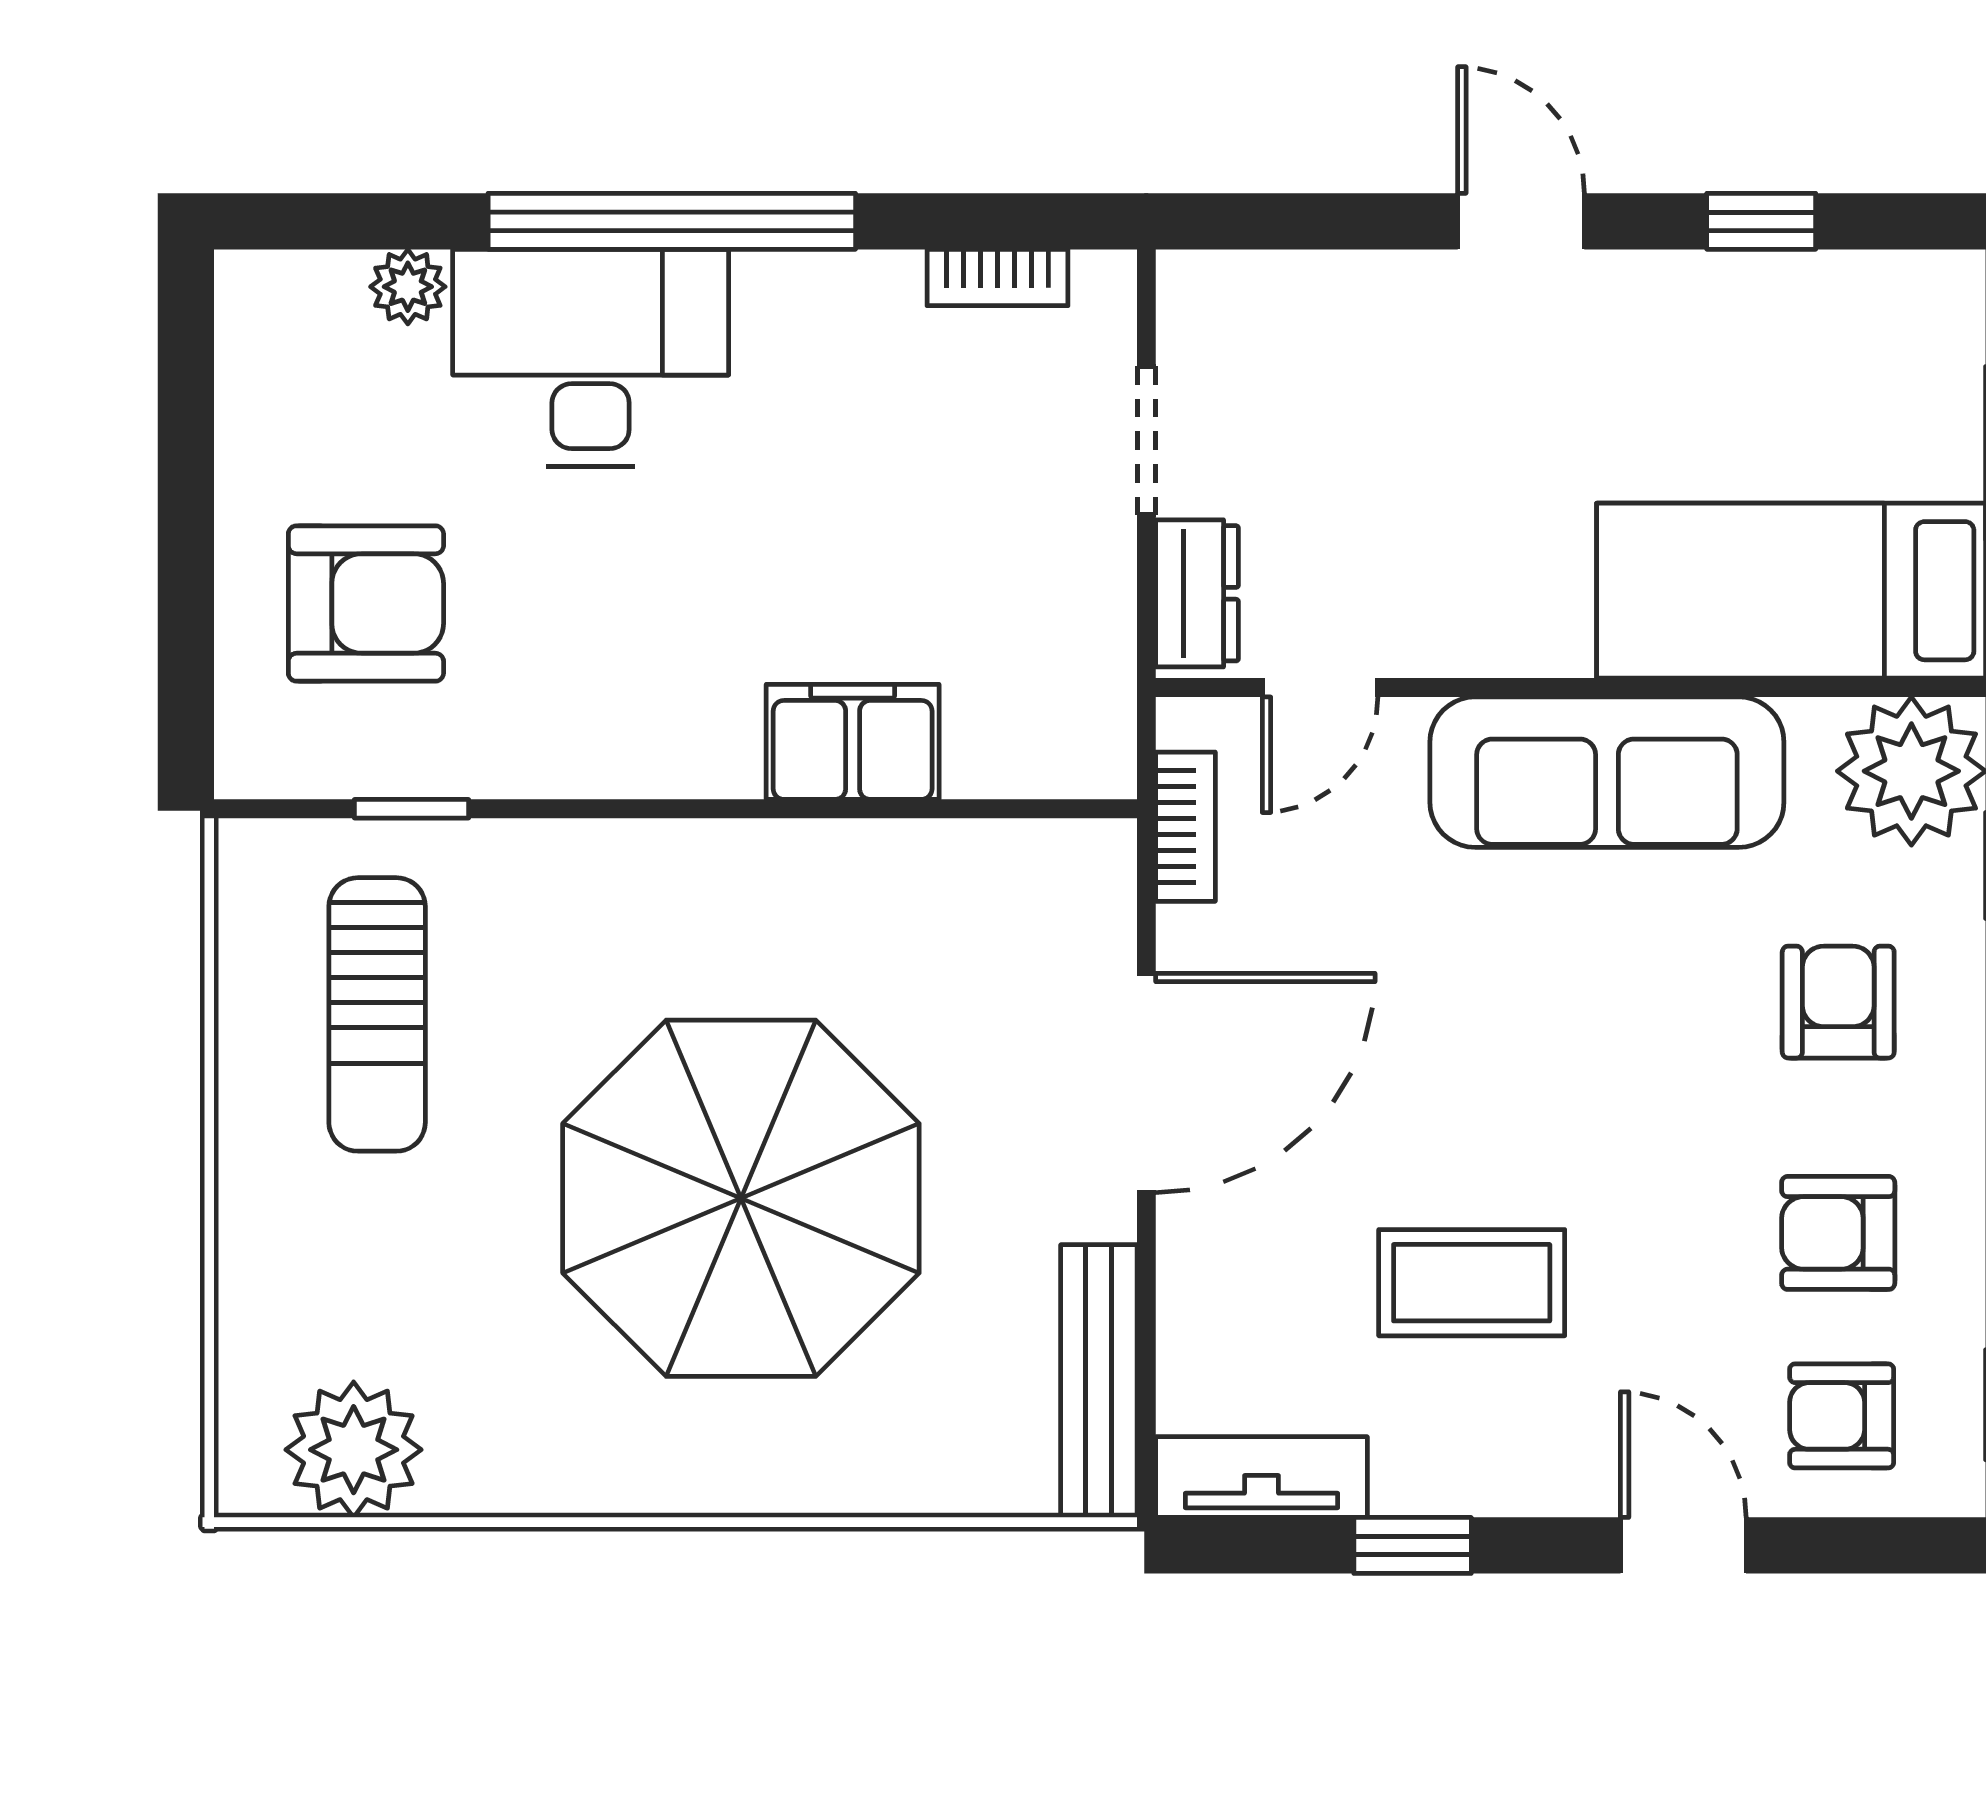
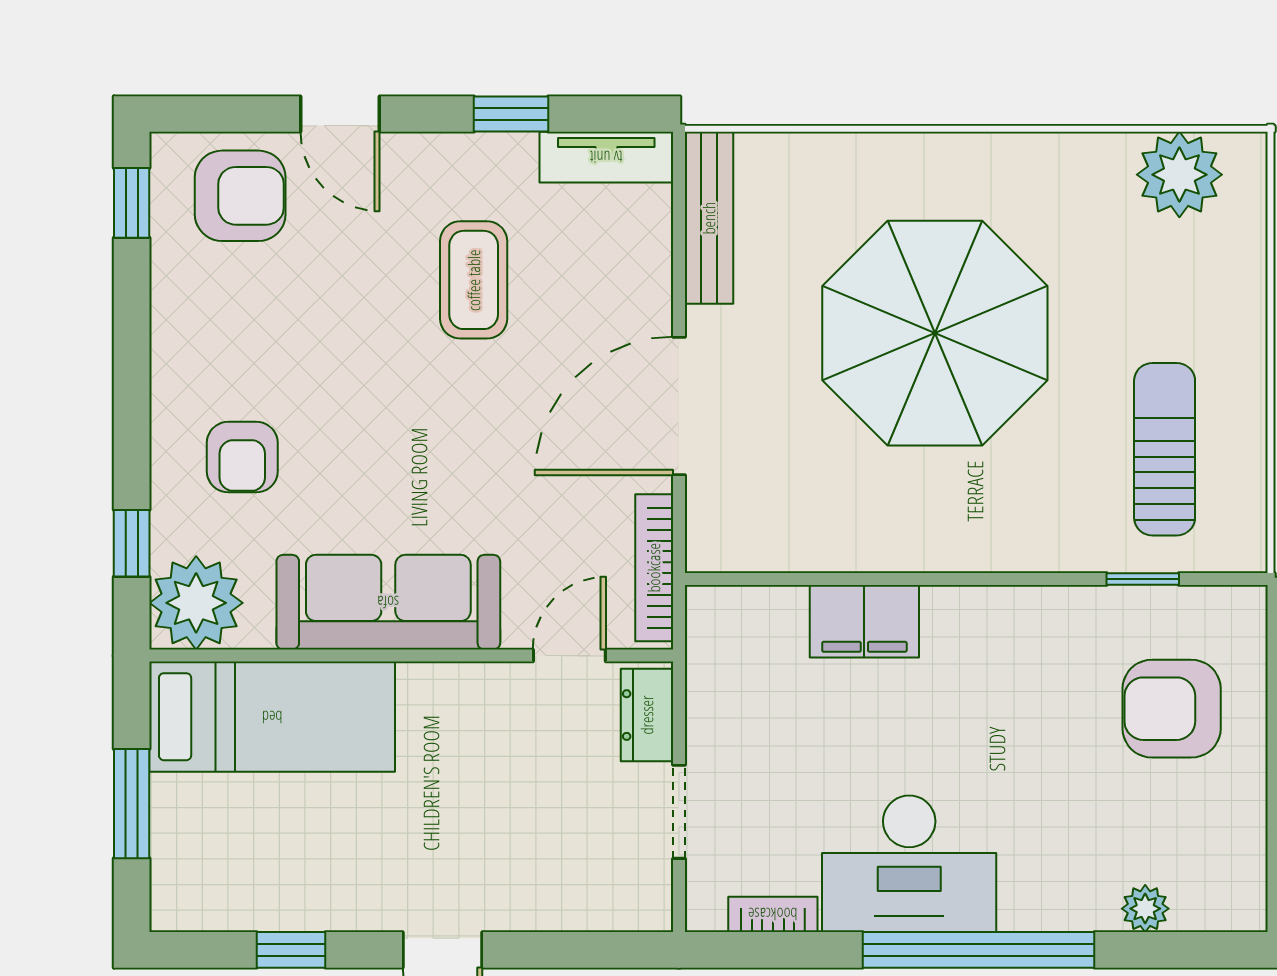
desk: (591, 358) -> (909, 864), moved
bookcase: (1186, 827) -> (654, 568), width x1.56
armchair: (1838, 1233) -> (242, 311), removed
coffee table: (1472, 1283) -> (474, 280), turned 90
armchair: (1842, 1416) -> (240, 196), width x1.38, depth x1.38

